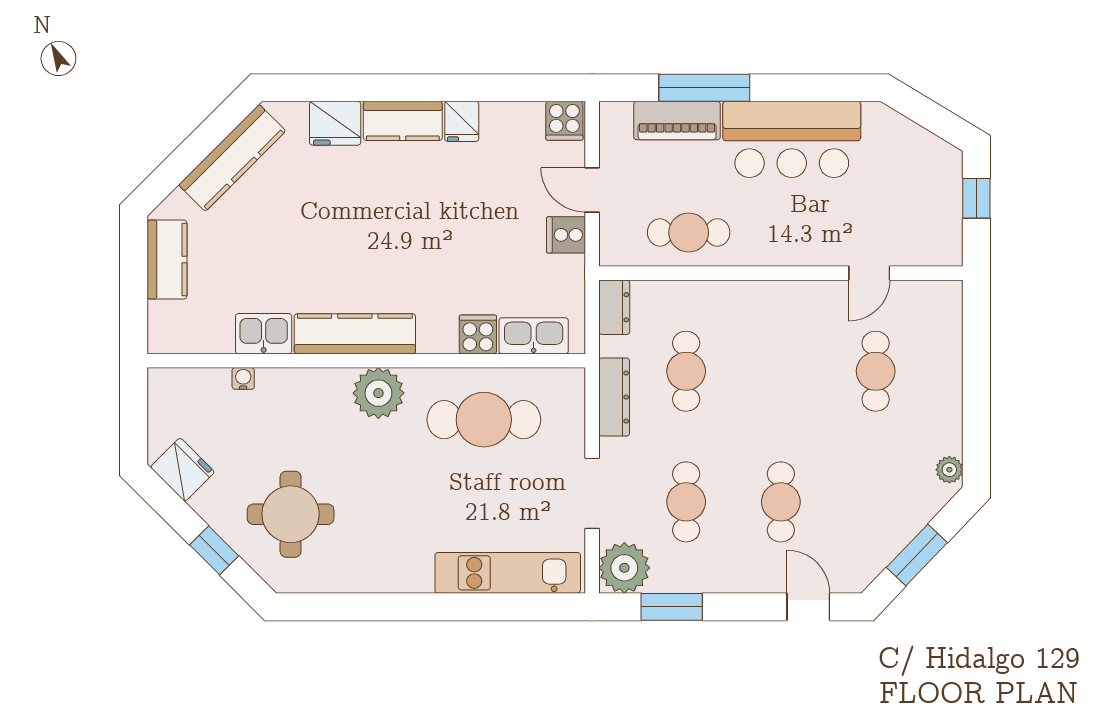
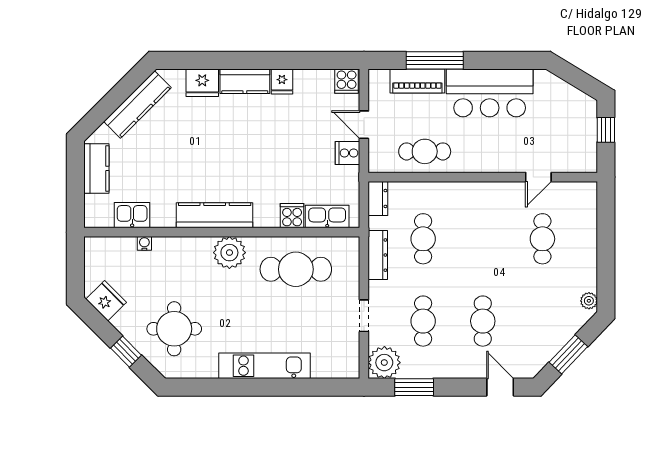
kitchen sink: (264, 334) -> (132, 215), moved
doorway: (592, 493) -> (364, 316), width x0.73
kitchen unit: (508, 573) -> (265, 366), moved

